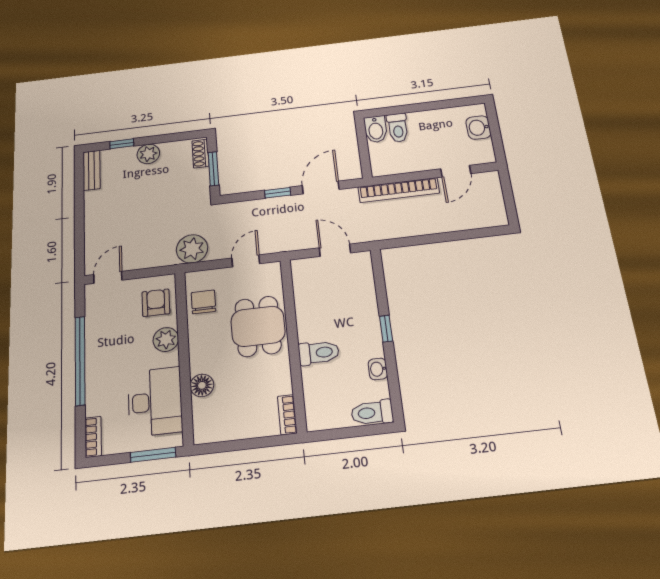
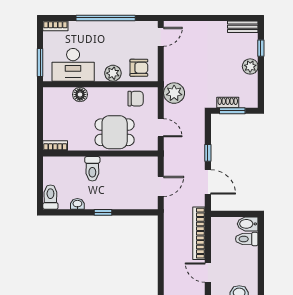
shoe rack: (200, 154) -> (228, 103), moved
door: (108, 277) -> (161, 37), hinge flipped

